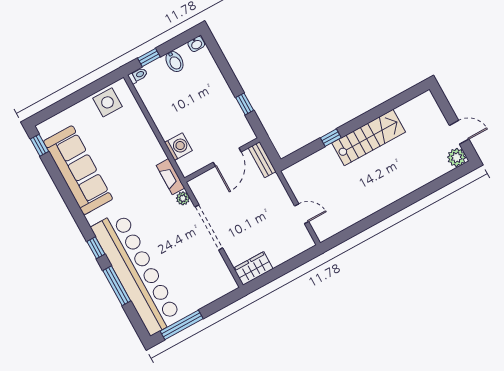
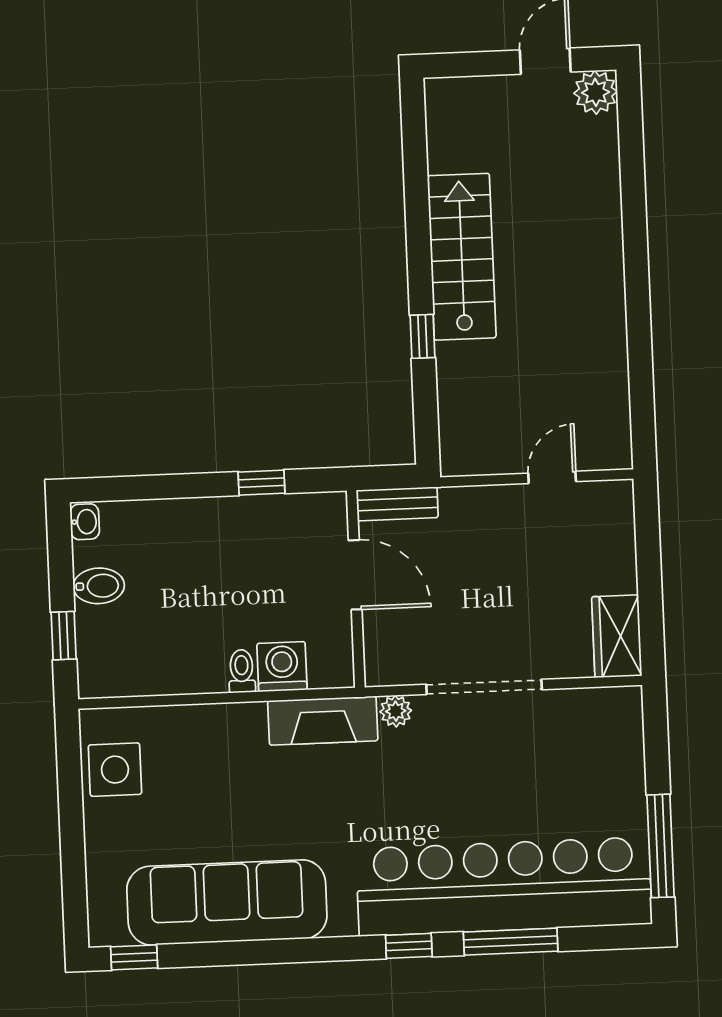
toilet: (138, 75) -> (242, 671), moved
fireplace: (170, 177) -> (323, 721), width x1.37, depth x1.32

